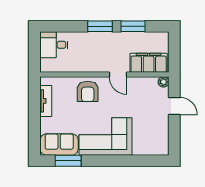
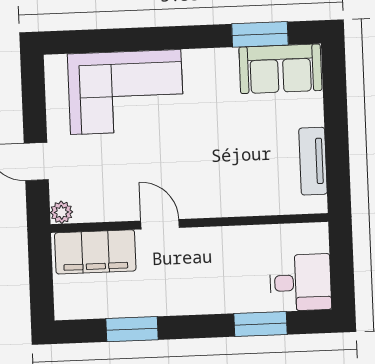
window: (100, 26) -> (260, 324), moved
armchair: (88, 91) -> (224, 185), removed
corner sofa: (105, 137) -> (126, 92), moved

